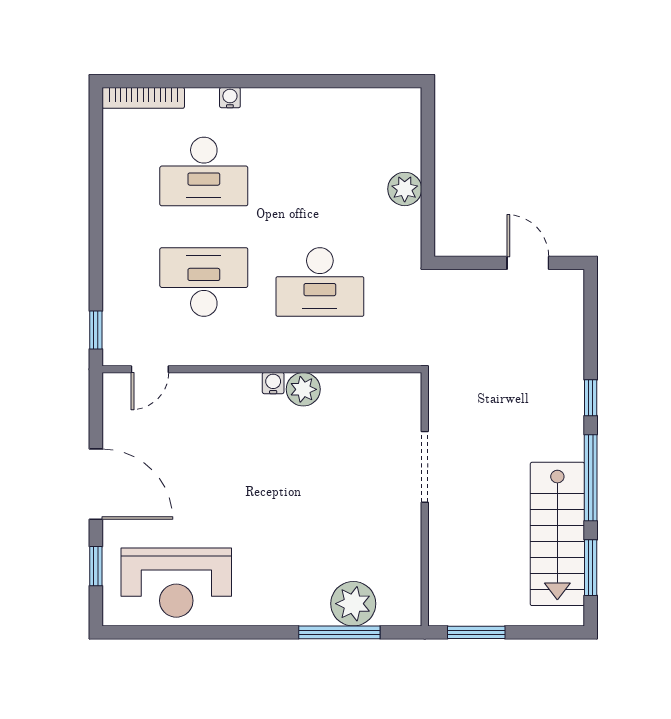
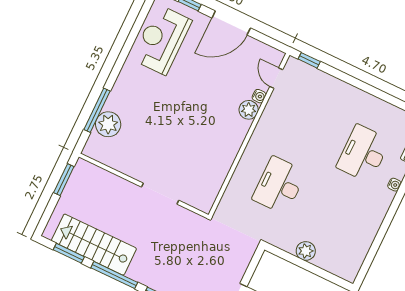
desk: (204, 282) -> (307, 127), removed
water cooler: (273, 383) -> (259, 96), moved
plant: (303, 389) -> (249, 110), moved

